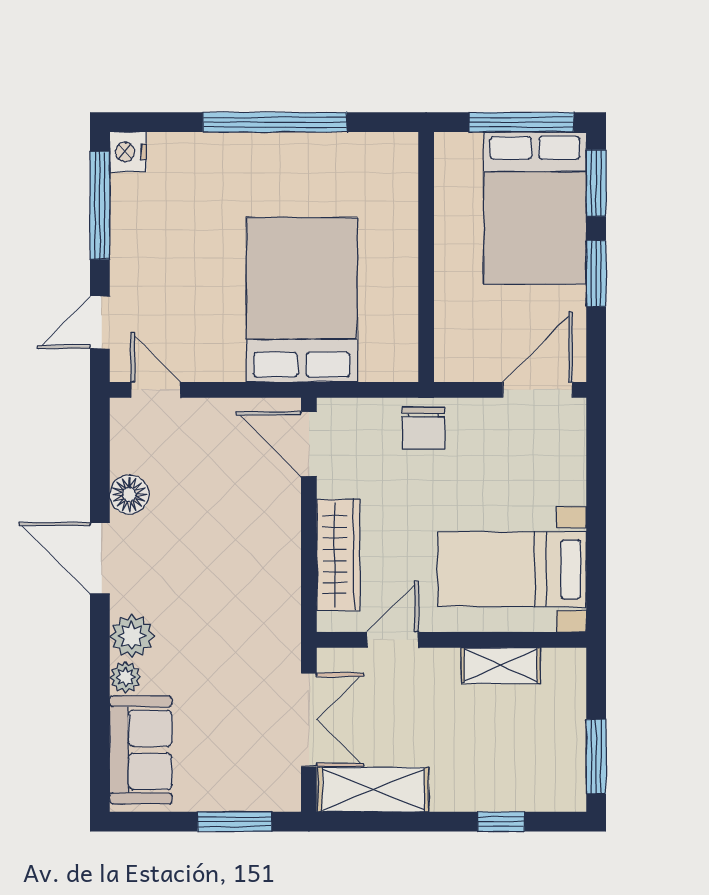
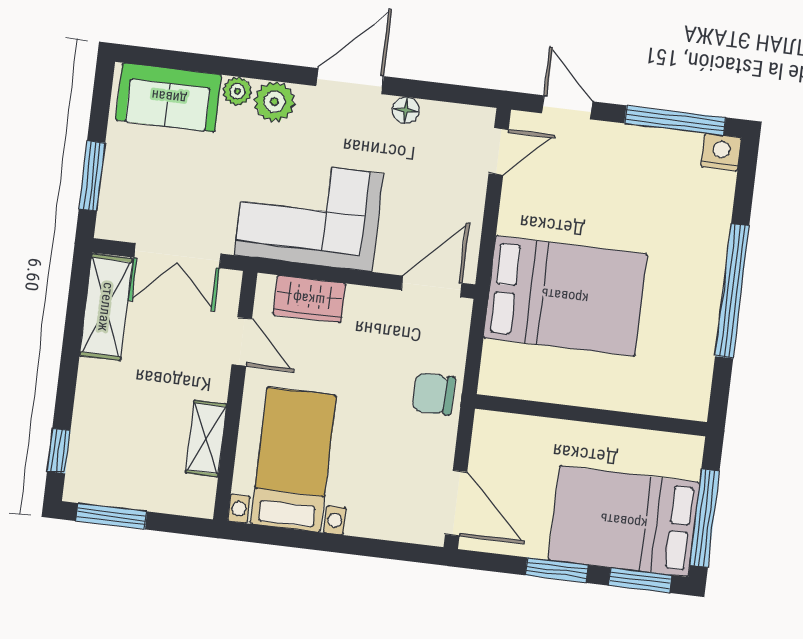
floor lamp: (129, 495) -> (406, 110), width x0.73, depth x0.73
wardrobe: (338, 555) -> (309, 299), width x0.67
corner sofa: (248, 584) -> (309, 215), added
window: (501, 822) -> (59, 451), moved

